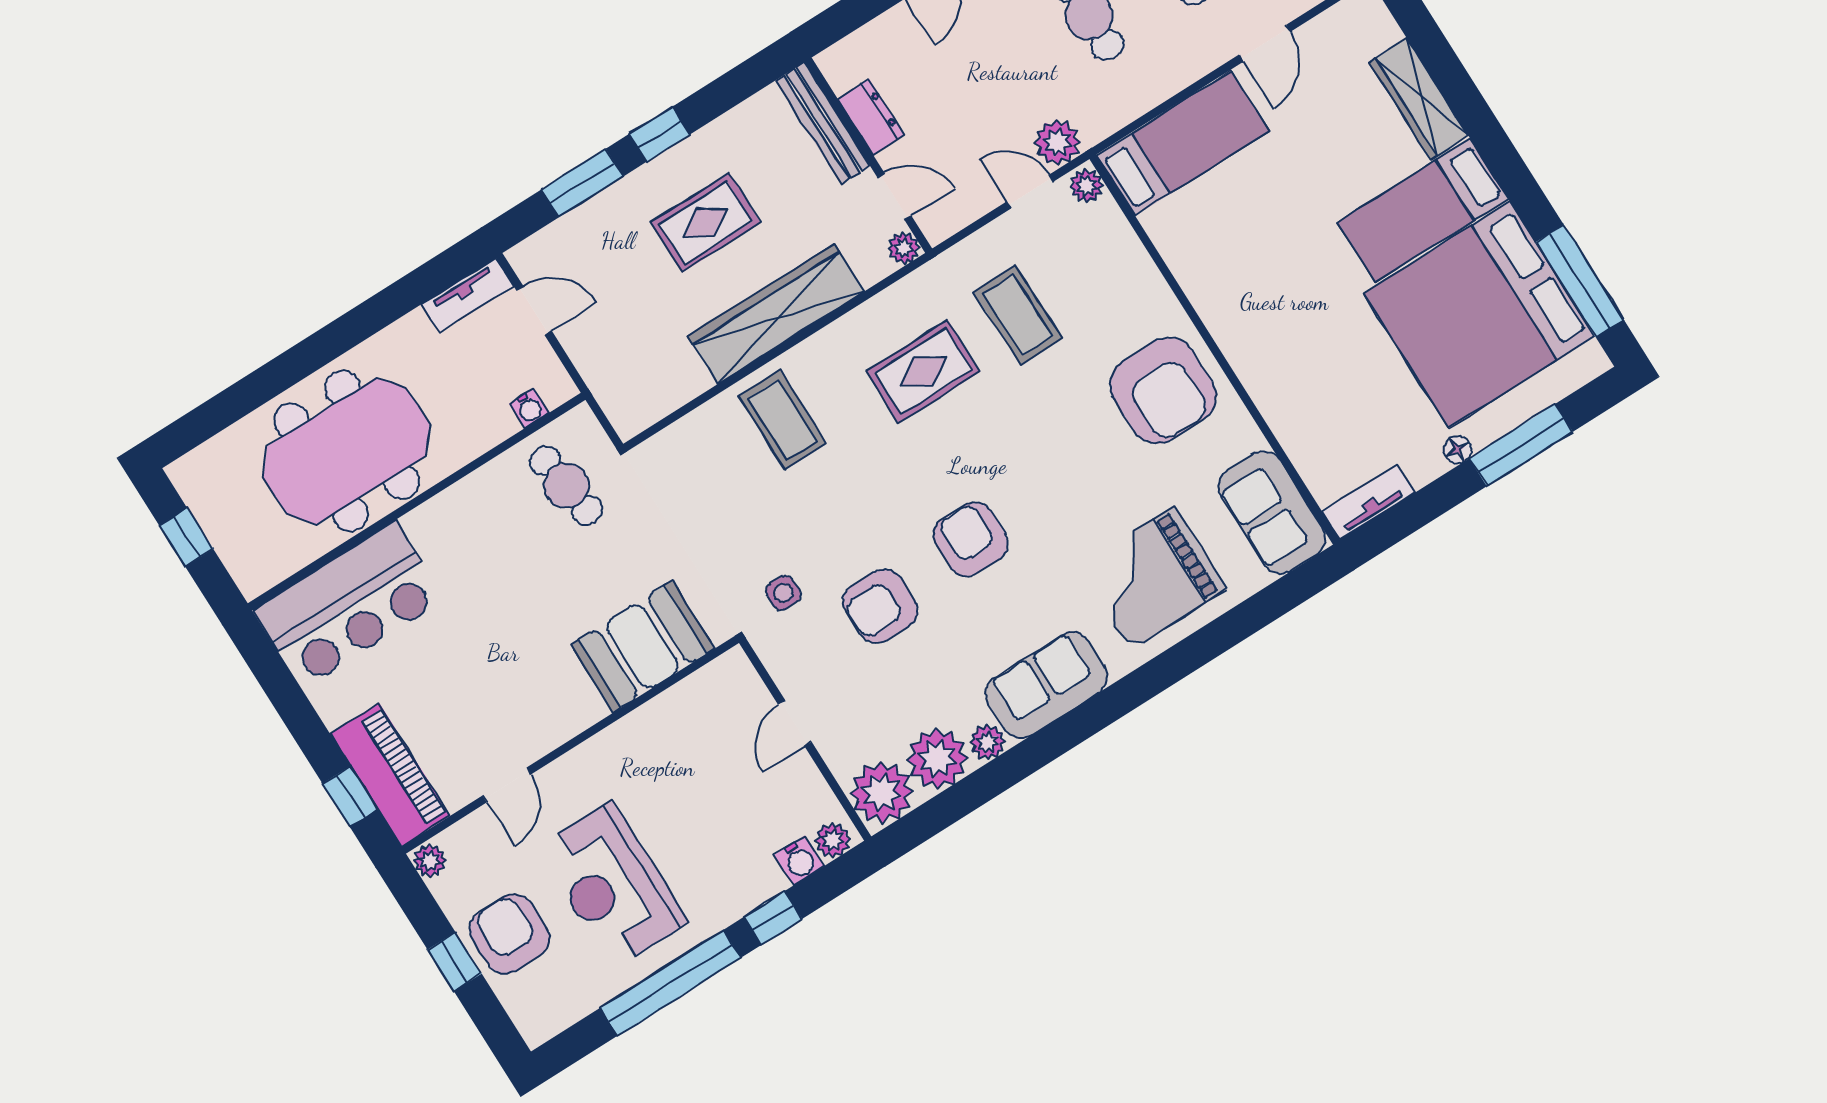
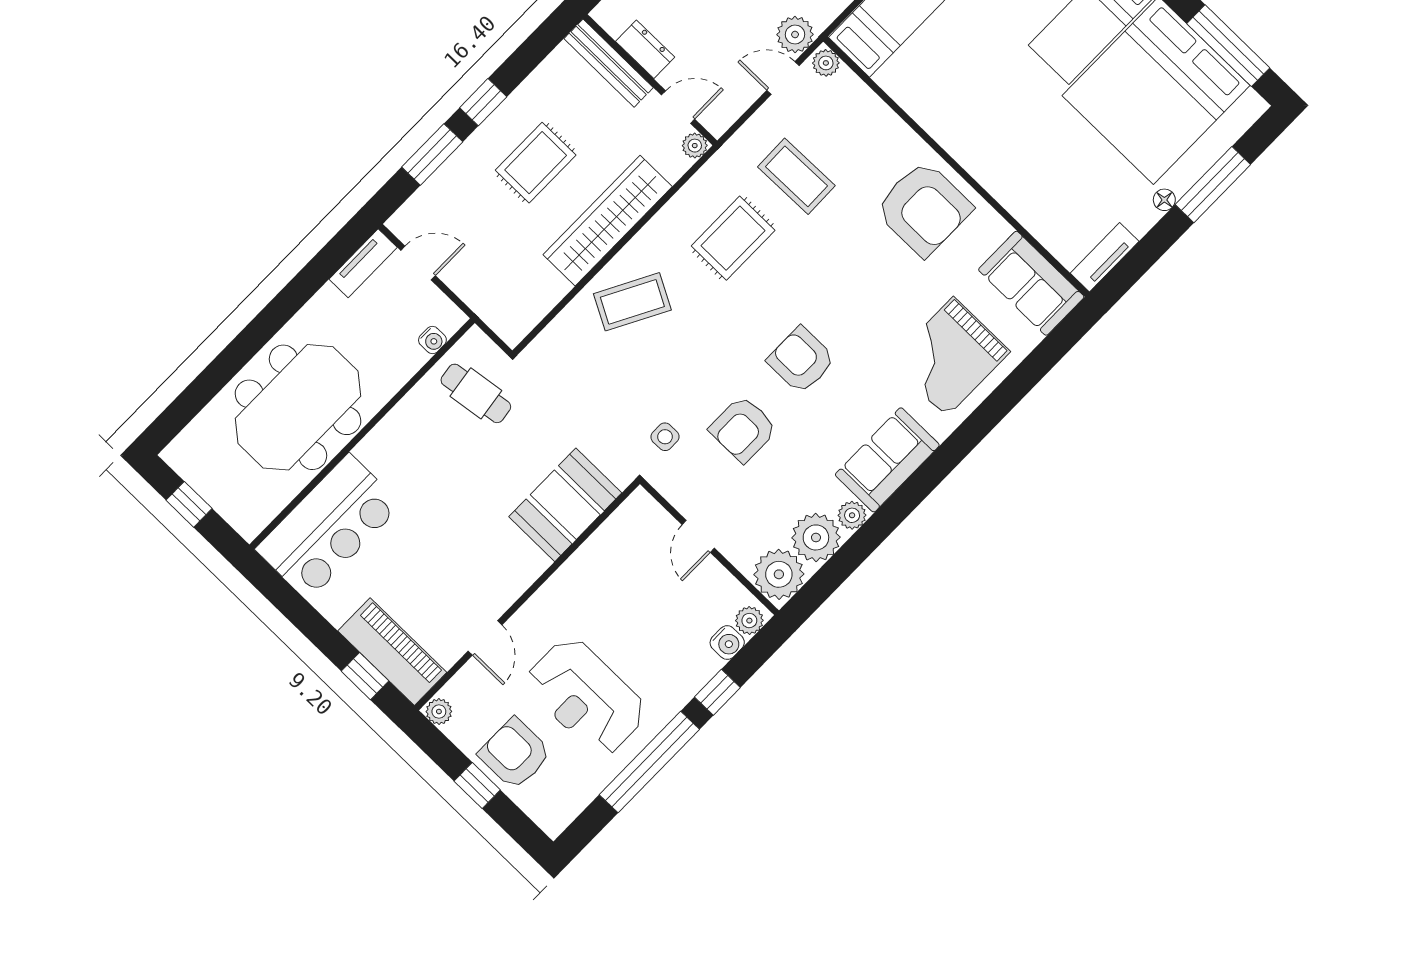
coffee table: (783, 420) -> (632, 302), turned -62

